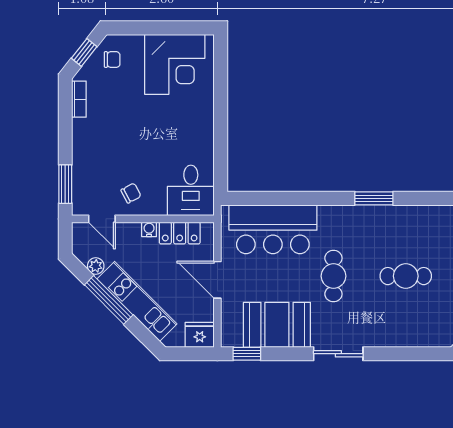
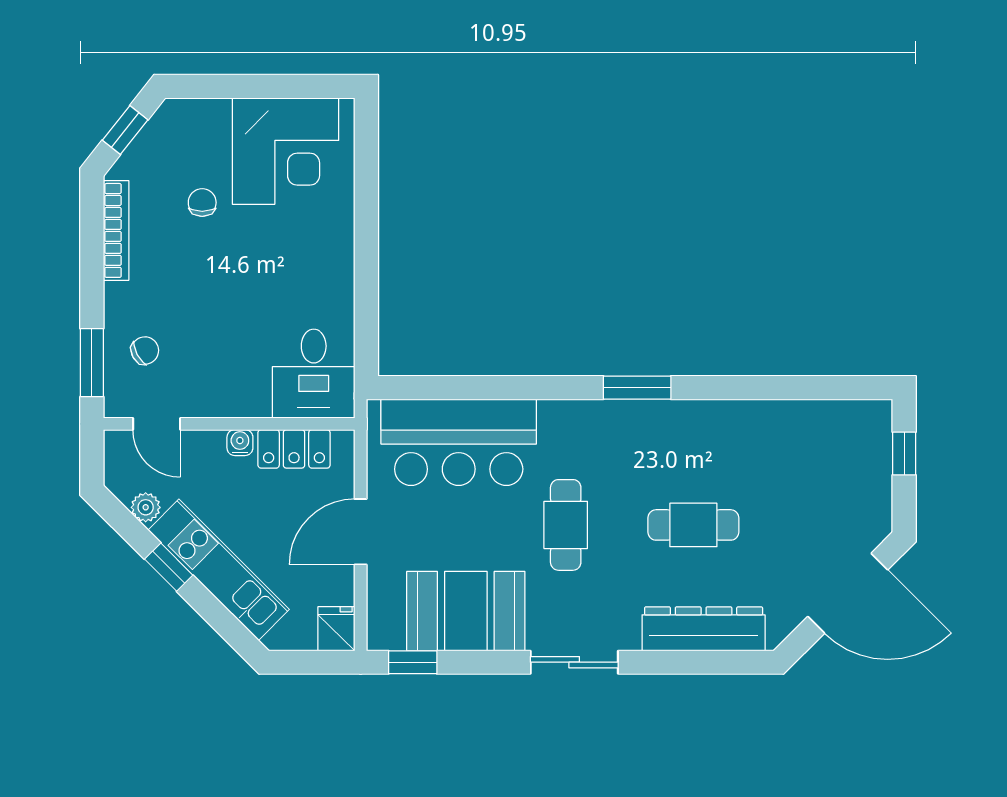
chair: (112, 60) -> (202, 203), moved, turned -90
bookcase: (79, 99) -> (116, 230), width x1.56
chair: (131, 193) -> (145, 351), moved
door: (217, 280) -> (361, 532), hinge flipped
window: (109, 300) -> (169, 567), width x0.46
fridge: (200, 335) -> (336, 629), width x0.72
dresser: (412, 335) -> (704, 629), added

